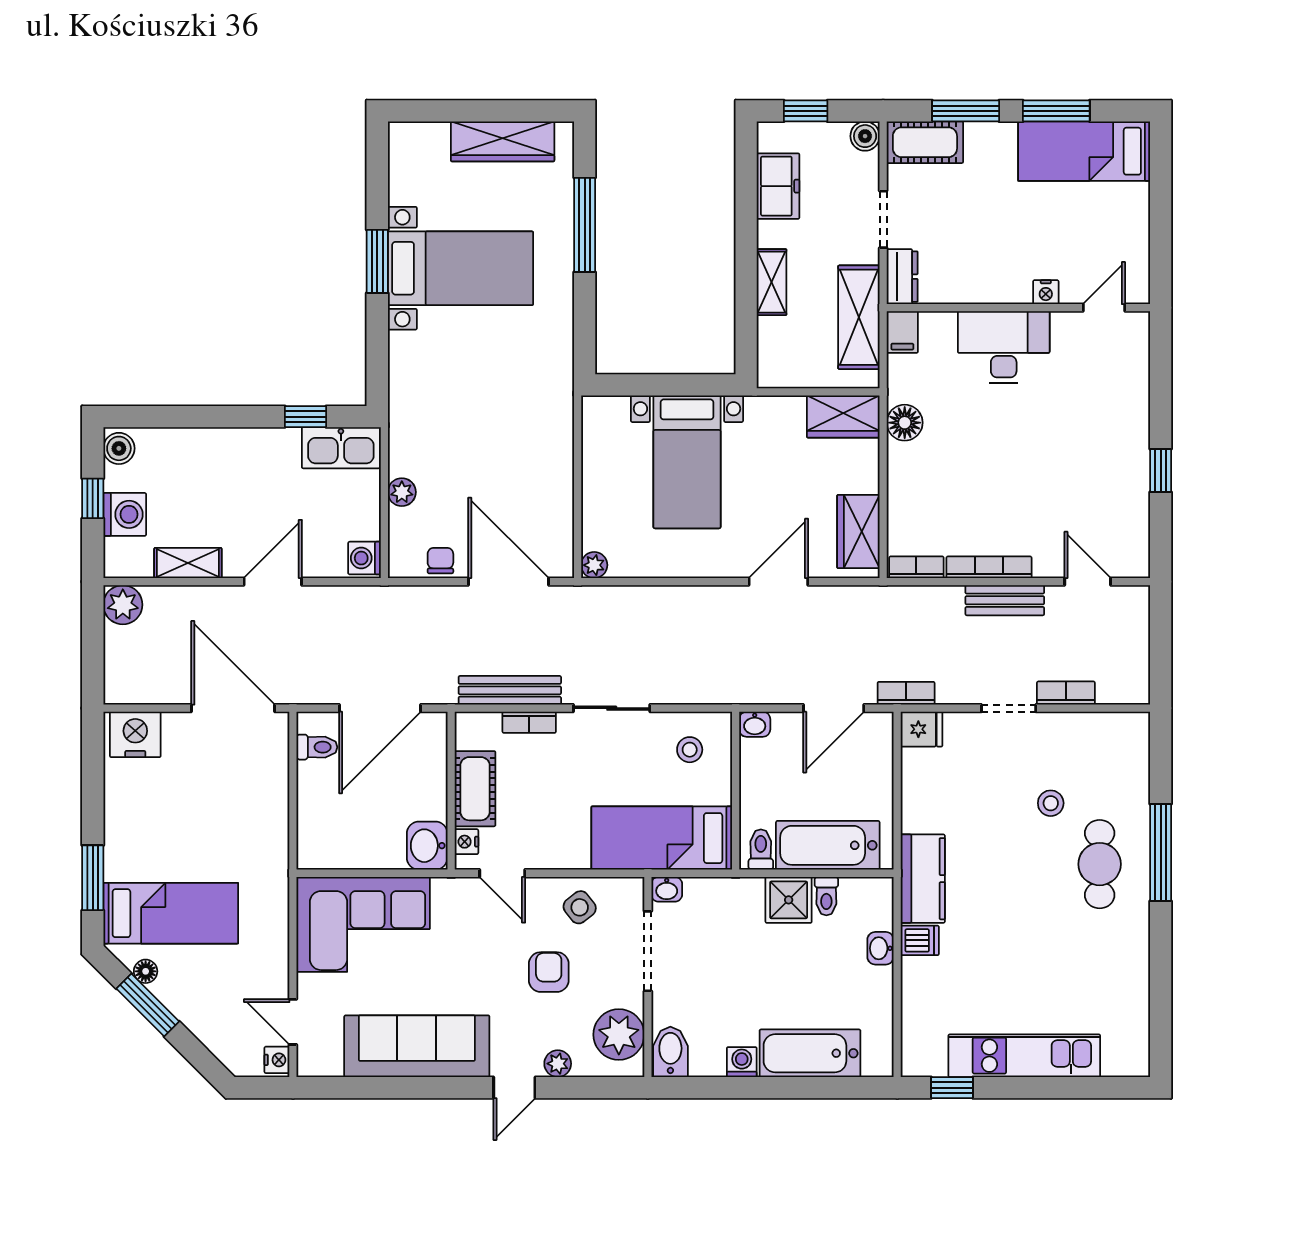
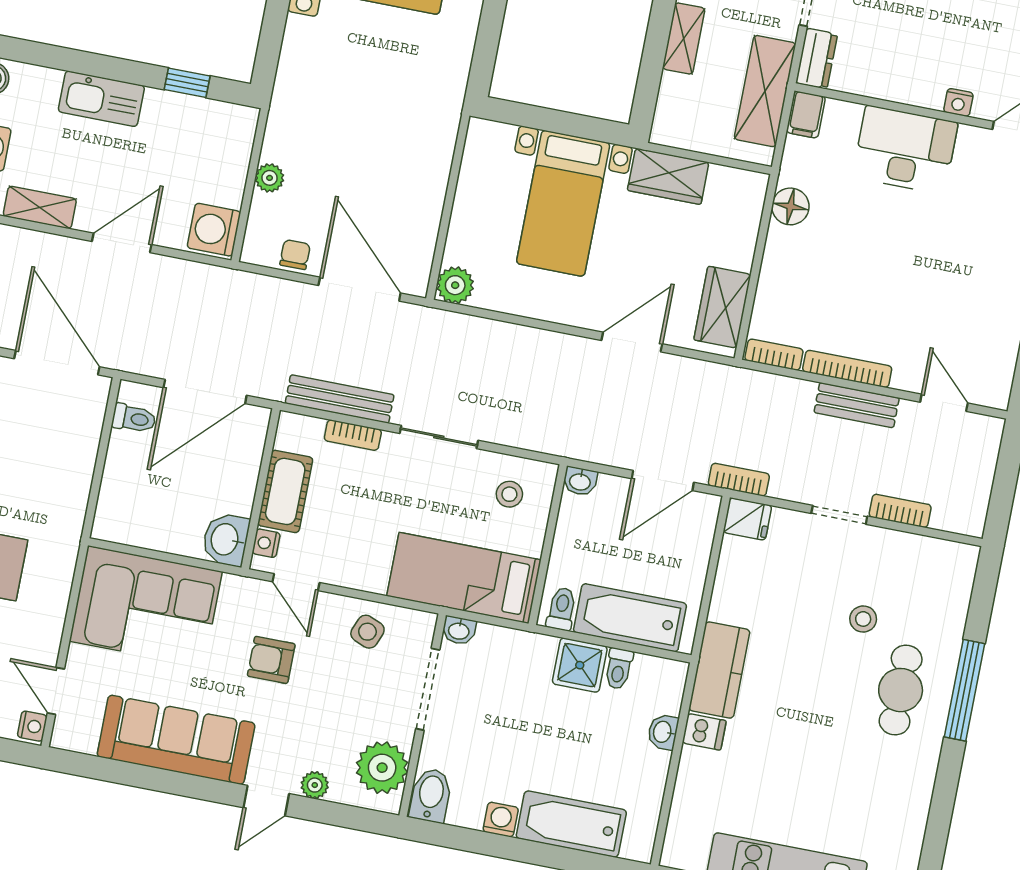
wardrobe: (843, 417) -> (668, 176), moved
kitchen sink: (341, 448) -> (101, 99), moved
washing machine: (364, 558) -> (214, 230), width x1.38, depth x1.38
plant: (594, 565) -> (455, 285), width x1.38, depth x1.38
side table: (580, 907) -> (367, 632), turned -30
armchair: (549, 972) -> (271, 660), moved, turned -90

